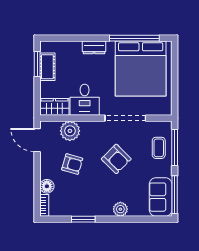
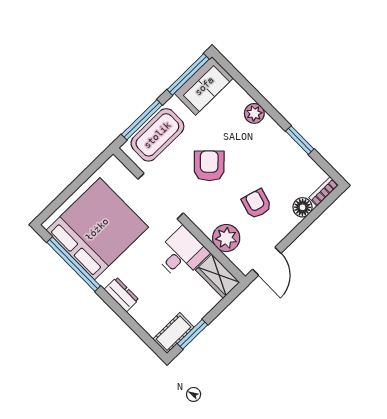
cot: (47, 67) -> (173, 333), moved
coffee table: (159, 148) -> (157, 135), width x1.86, depth x1.72

